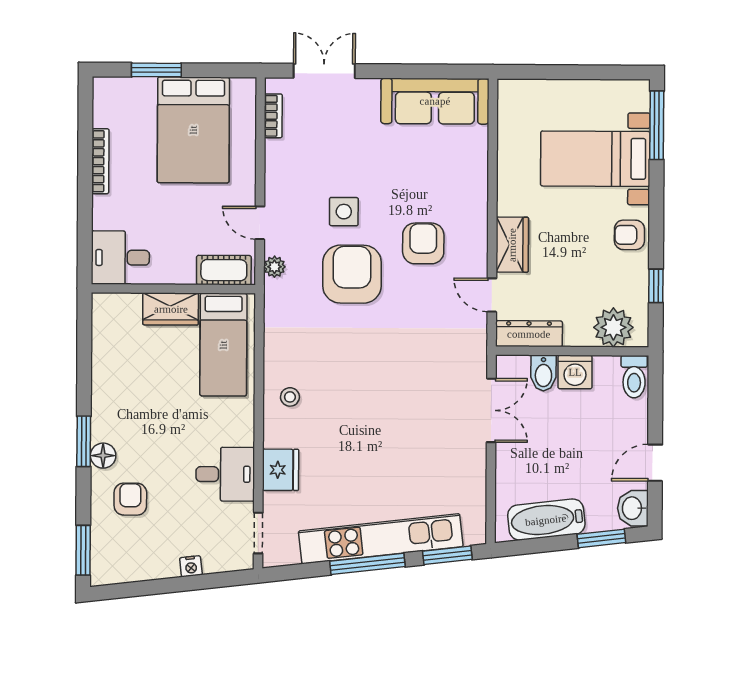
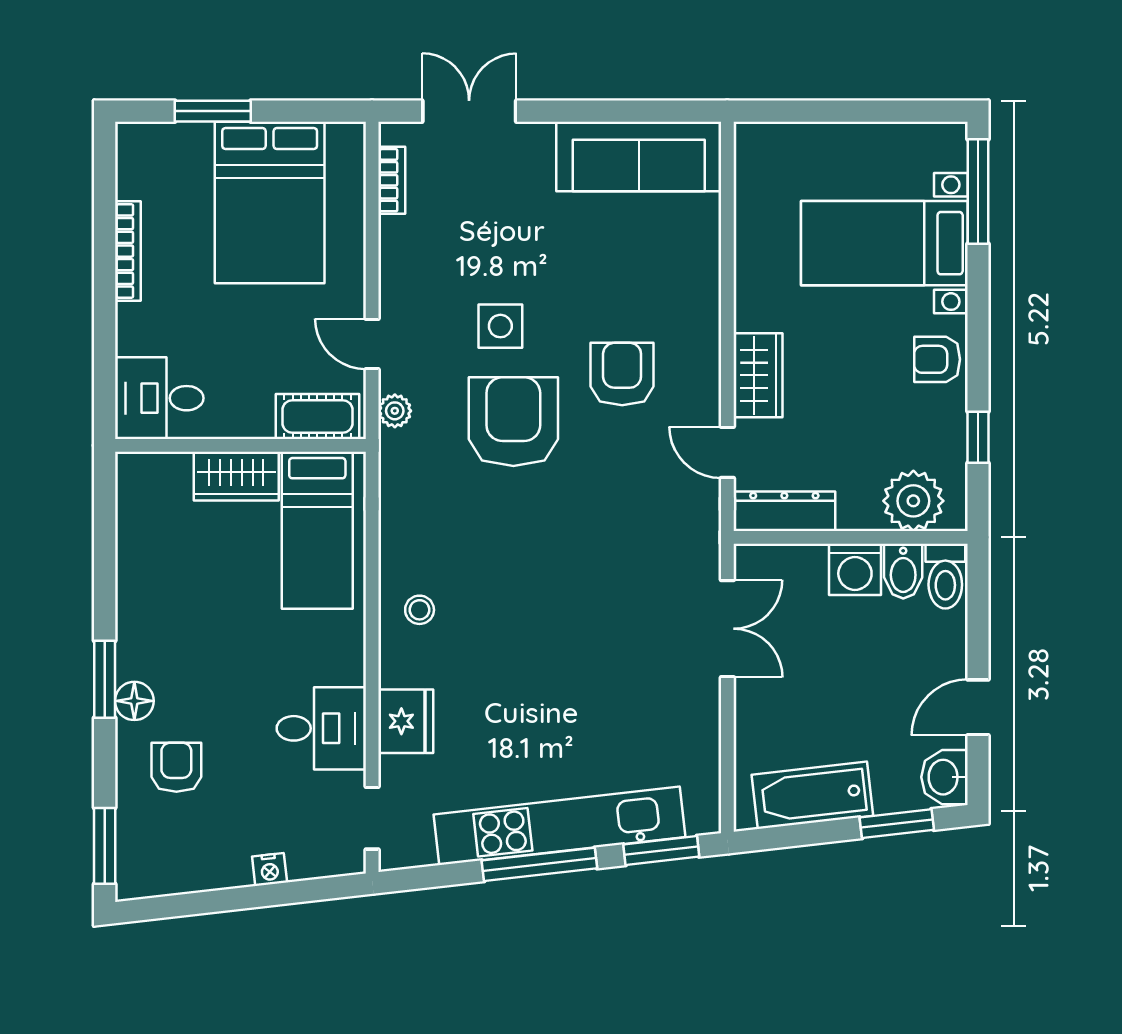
bidet: (543, 373) -> (903, 571), moved

